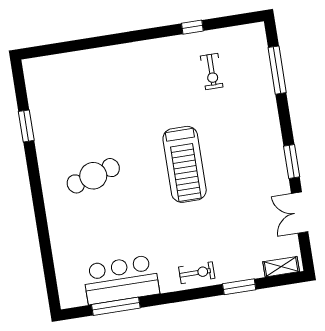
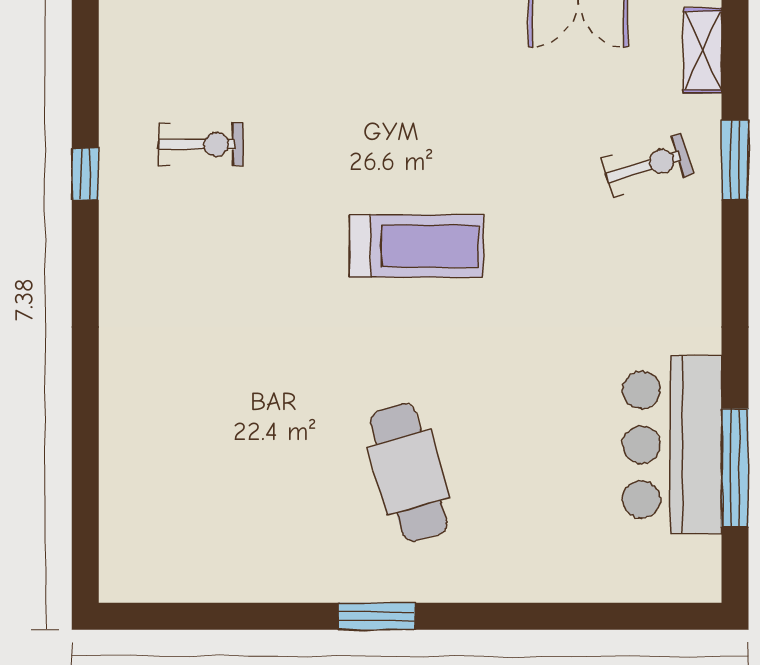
window: (26, 126) -> (377, 616), moved
treadmill: (185, 164) -> (416, 246), width x0.73, depth x0.73
exercise bike: (197, 273) -> (647, 166), moved, turned 73

